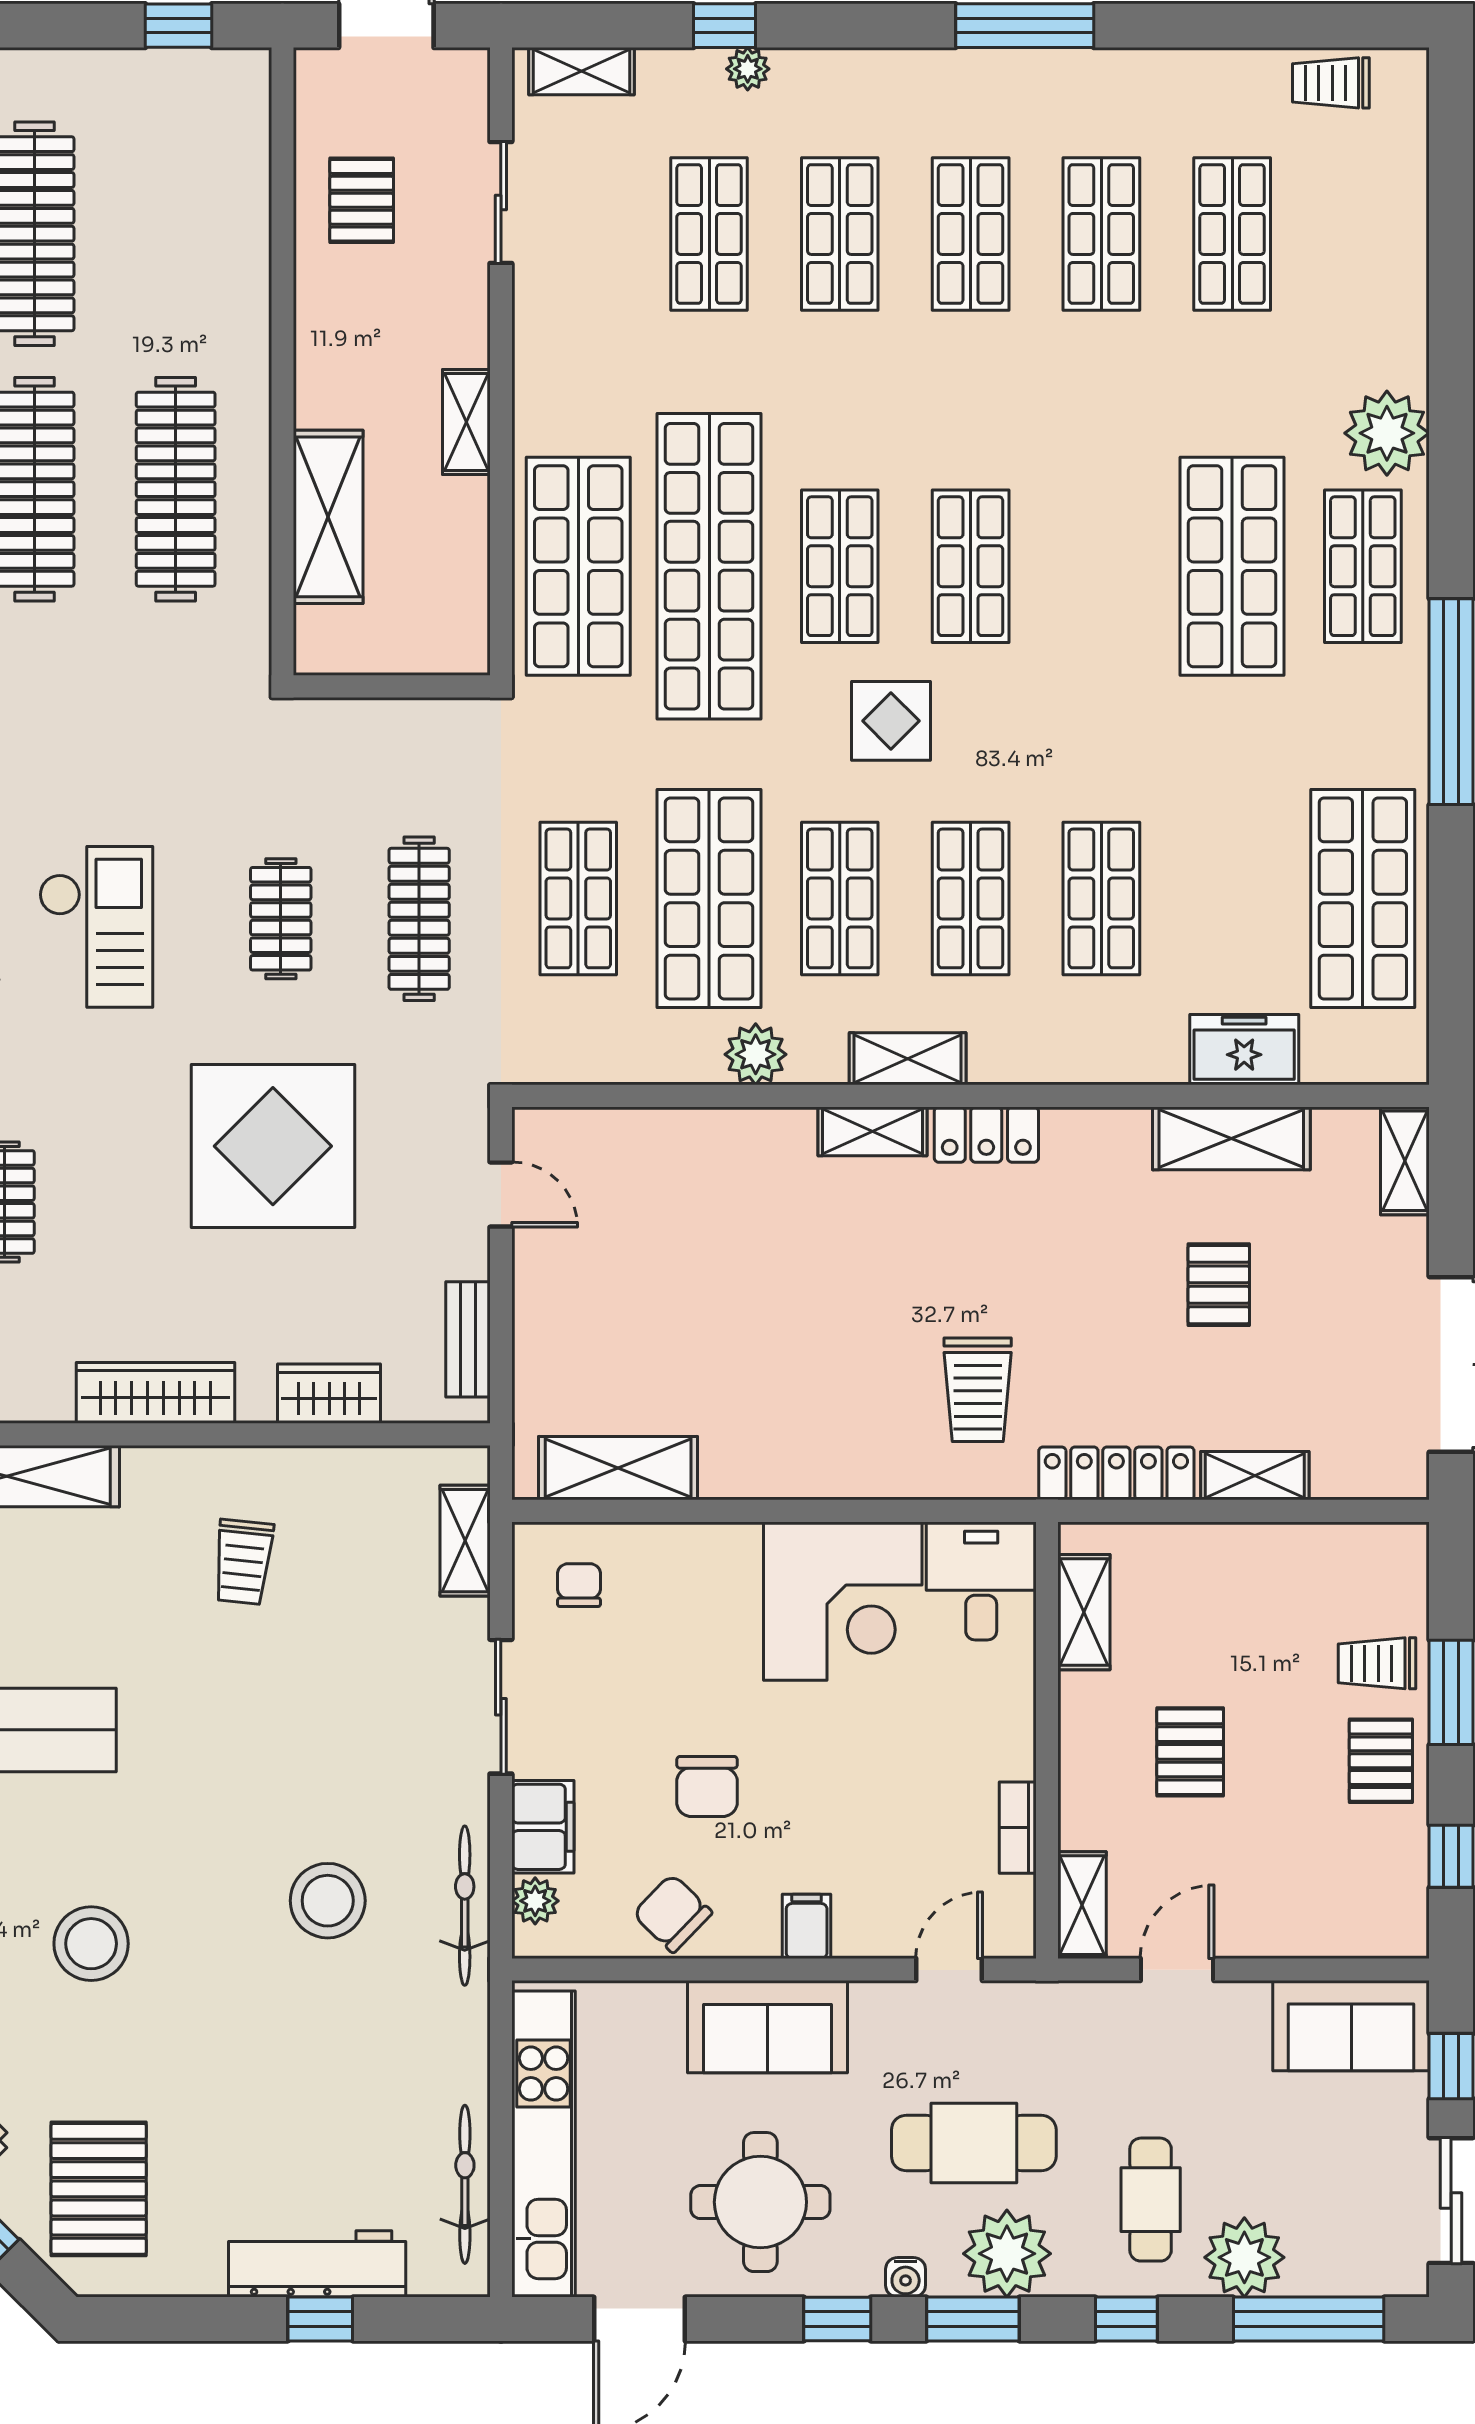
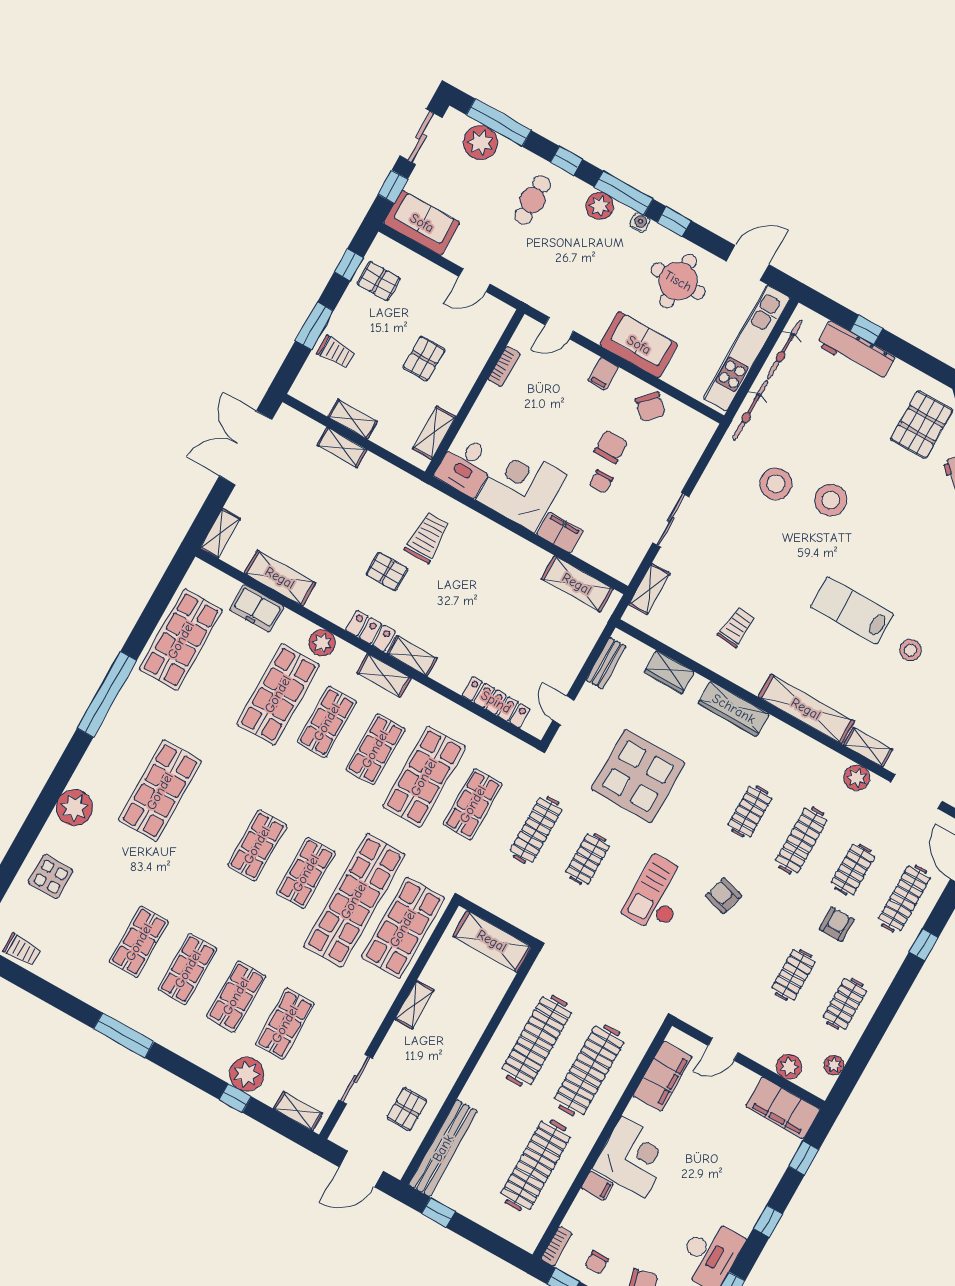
plant: (748, 69) -> (247, 1074), width x1.87, depth x1.87
bench: (243, 163) -> (443, 1148), added
shop shelf: (1232, 234) -> (90, 914), removed
shelving: (328, 517) -> (492, 941), moved, turned 90
shop shelf: (1363, 566) -> (111, 763), removed
display table: (891, 721) -> (51, 877), moved
shop shelf: (1101, 898) -> (278, 694), width x1.43, depth x1.36
plant: (756, 1054) -> (322, 643), moved
pallet: (1219, 1285) -> (387, 572), moved, turned 90
locker: (1116, 1473) -> (496, 702), moved, turned 180
chair: (579, 1585) -> (601, 482), moved
pallet: (1381, 1761) -> (379, 281), moved, turned 90
filing cabinet: (543, 1827) -> (560, 533), moved, turned 90
plant: (535, 1901) -> (699, 440), removed
shelving: (1082, 1905) -> (353, 419), moved, turned 90
bicycle: (465, 1906) -> (750, 410), moved
stool: (91, 1944) -> (831, 500), moved
cafe table: (974, 2143) -> (586, 258), removed
plant: (1007, 2254) -> (600, 206), width x0.73, depth x0.73
plant: (1244, 2257) -> (481, 143), moved
window: (973, 2319) -> (624, 193), width x1.44

